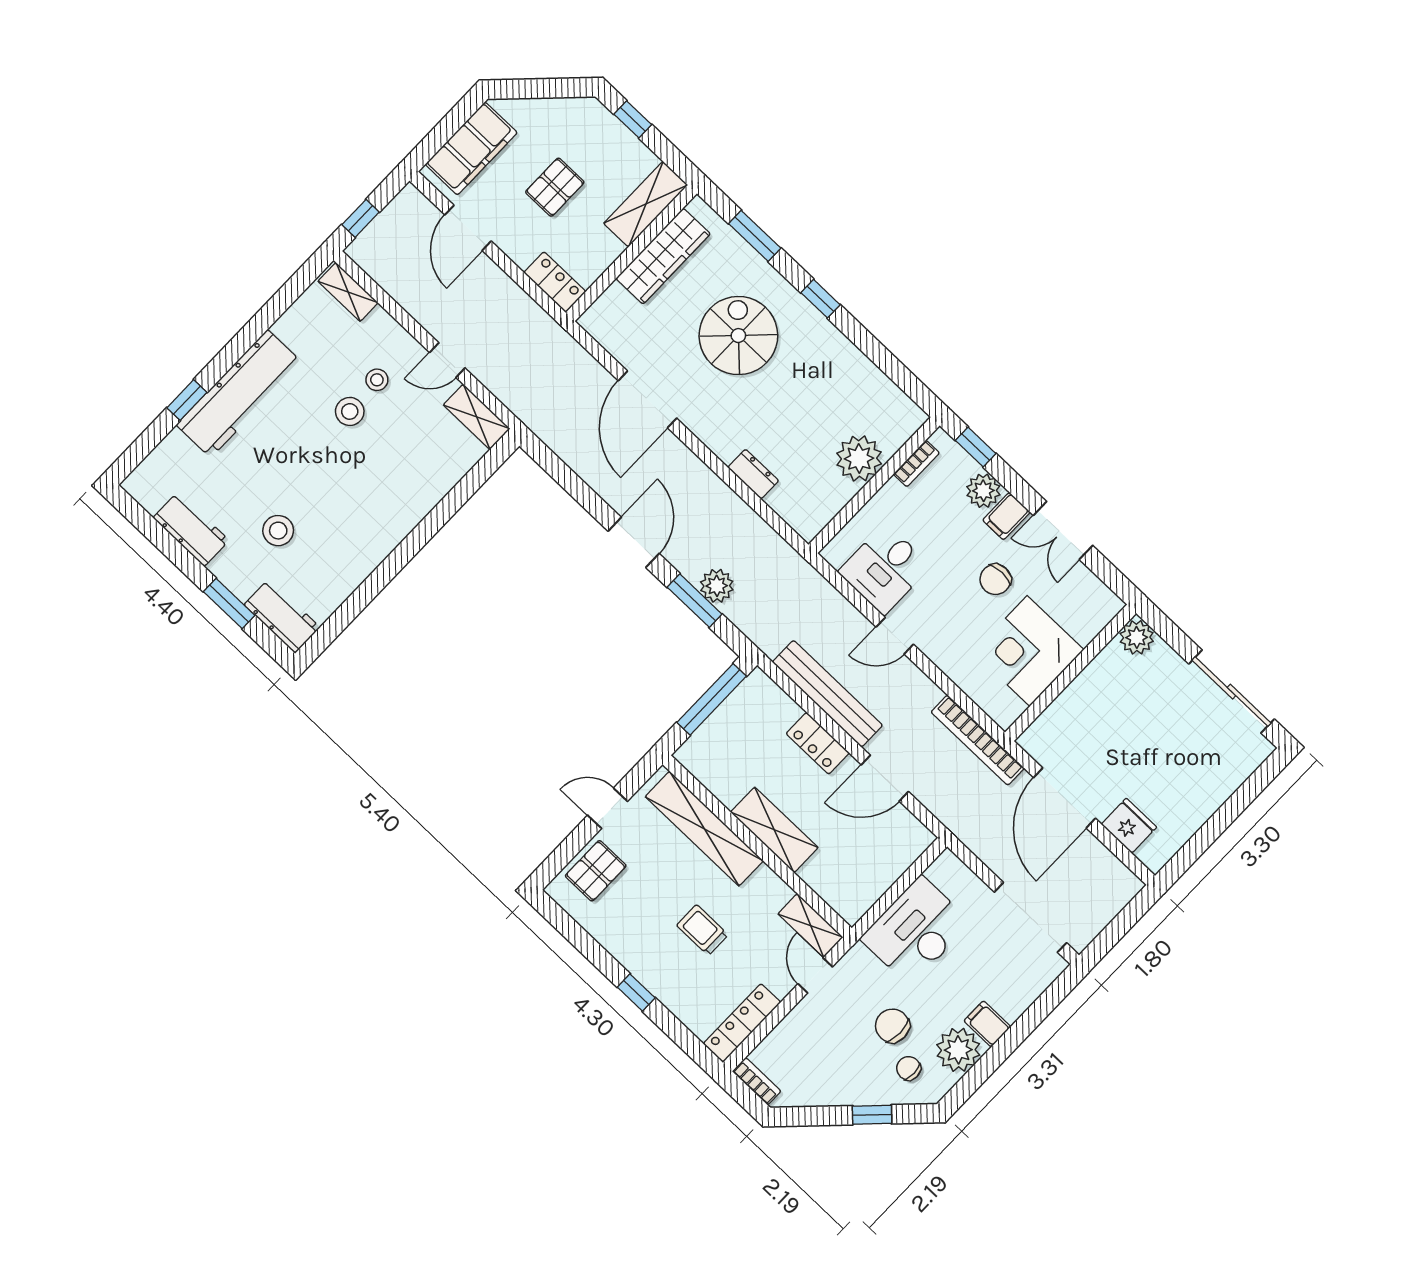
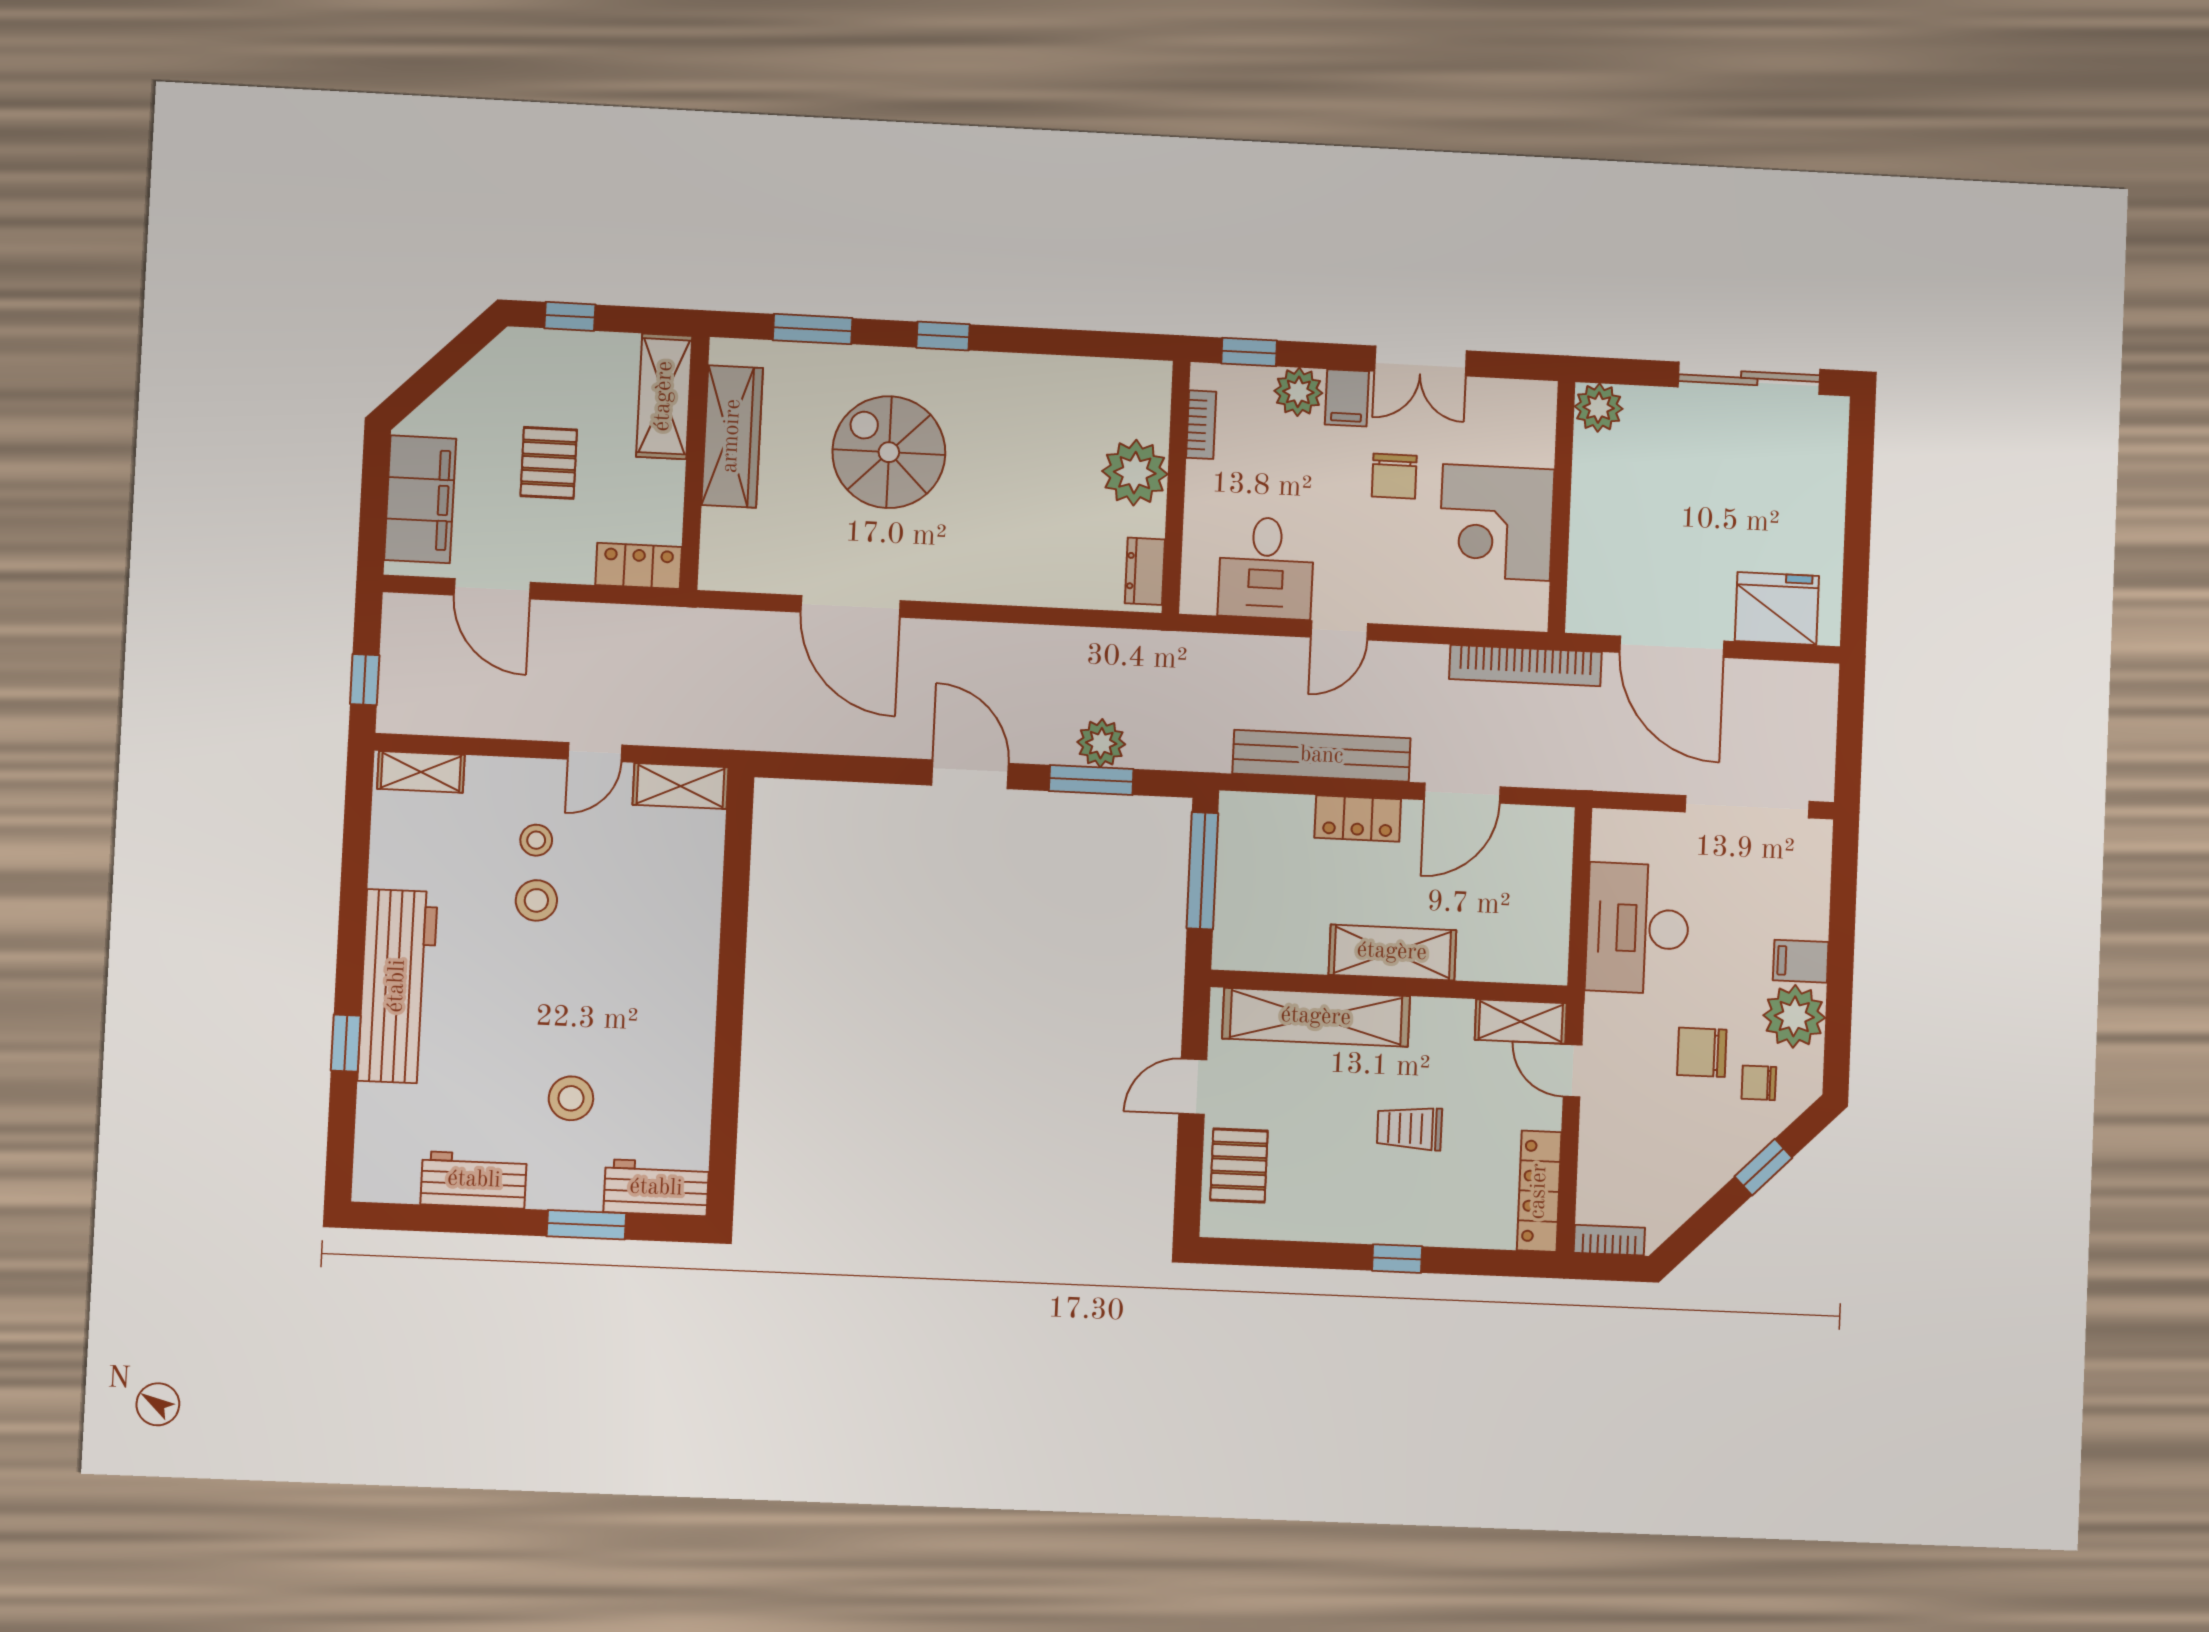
dresser: (753, 474) -> (1145, 571), moved, turned -90
fridge: (1129, 826) -> (1777, 609), width x1.36, depth x1.34

